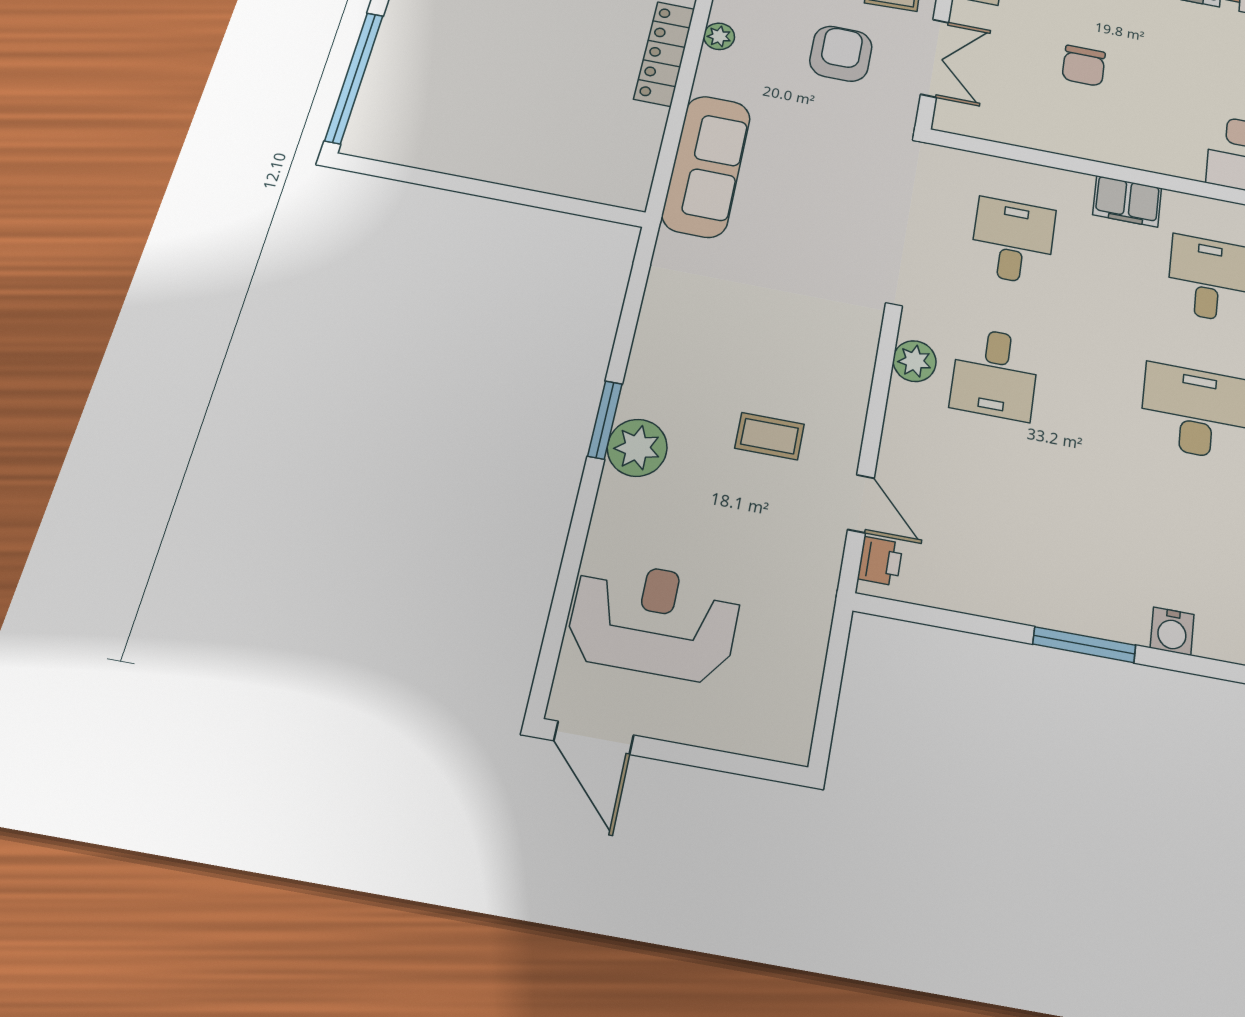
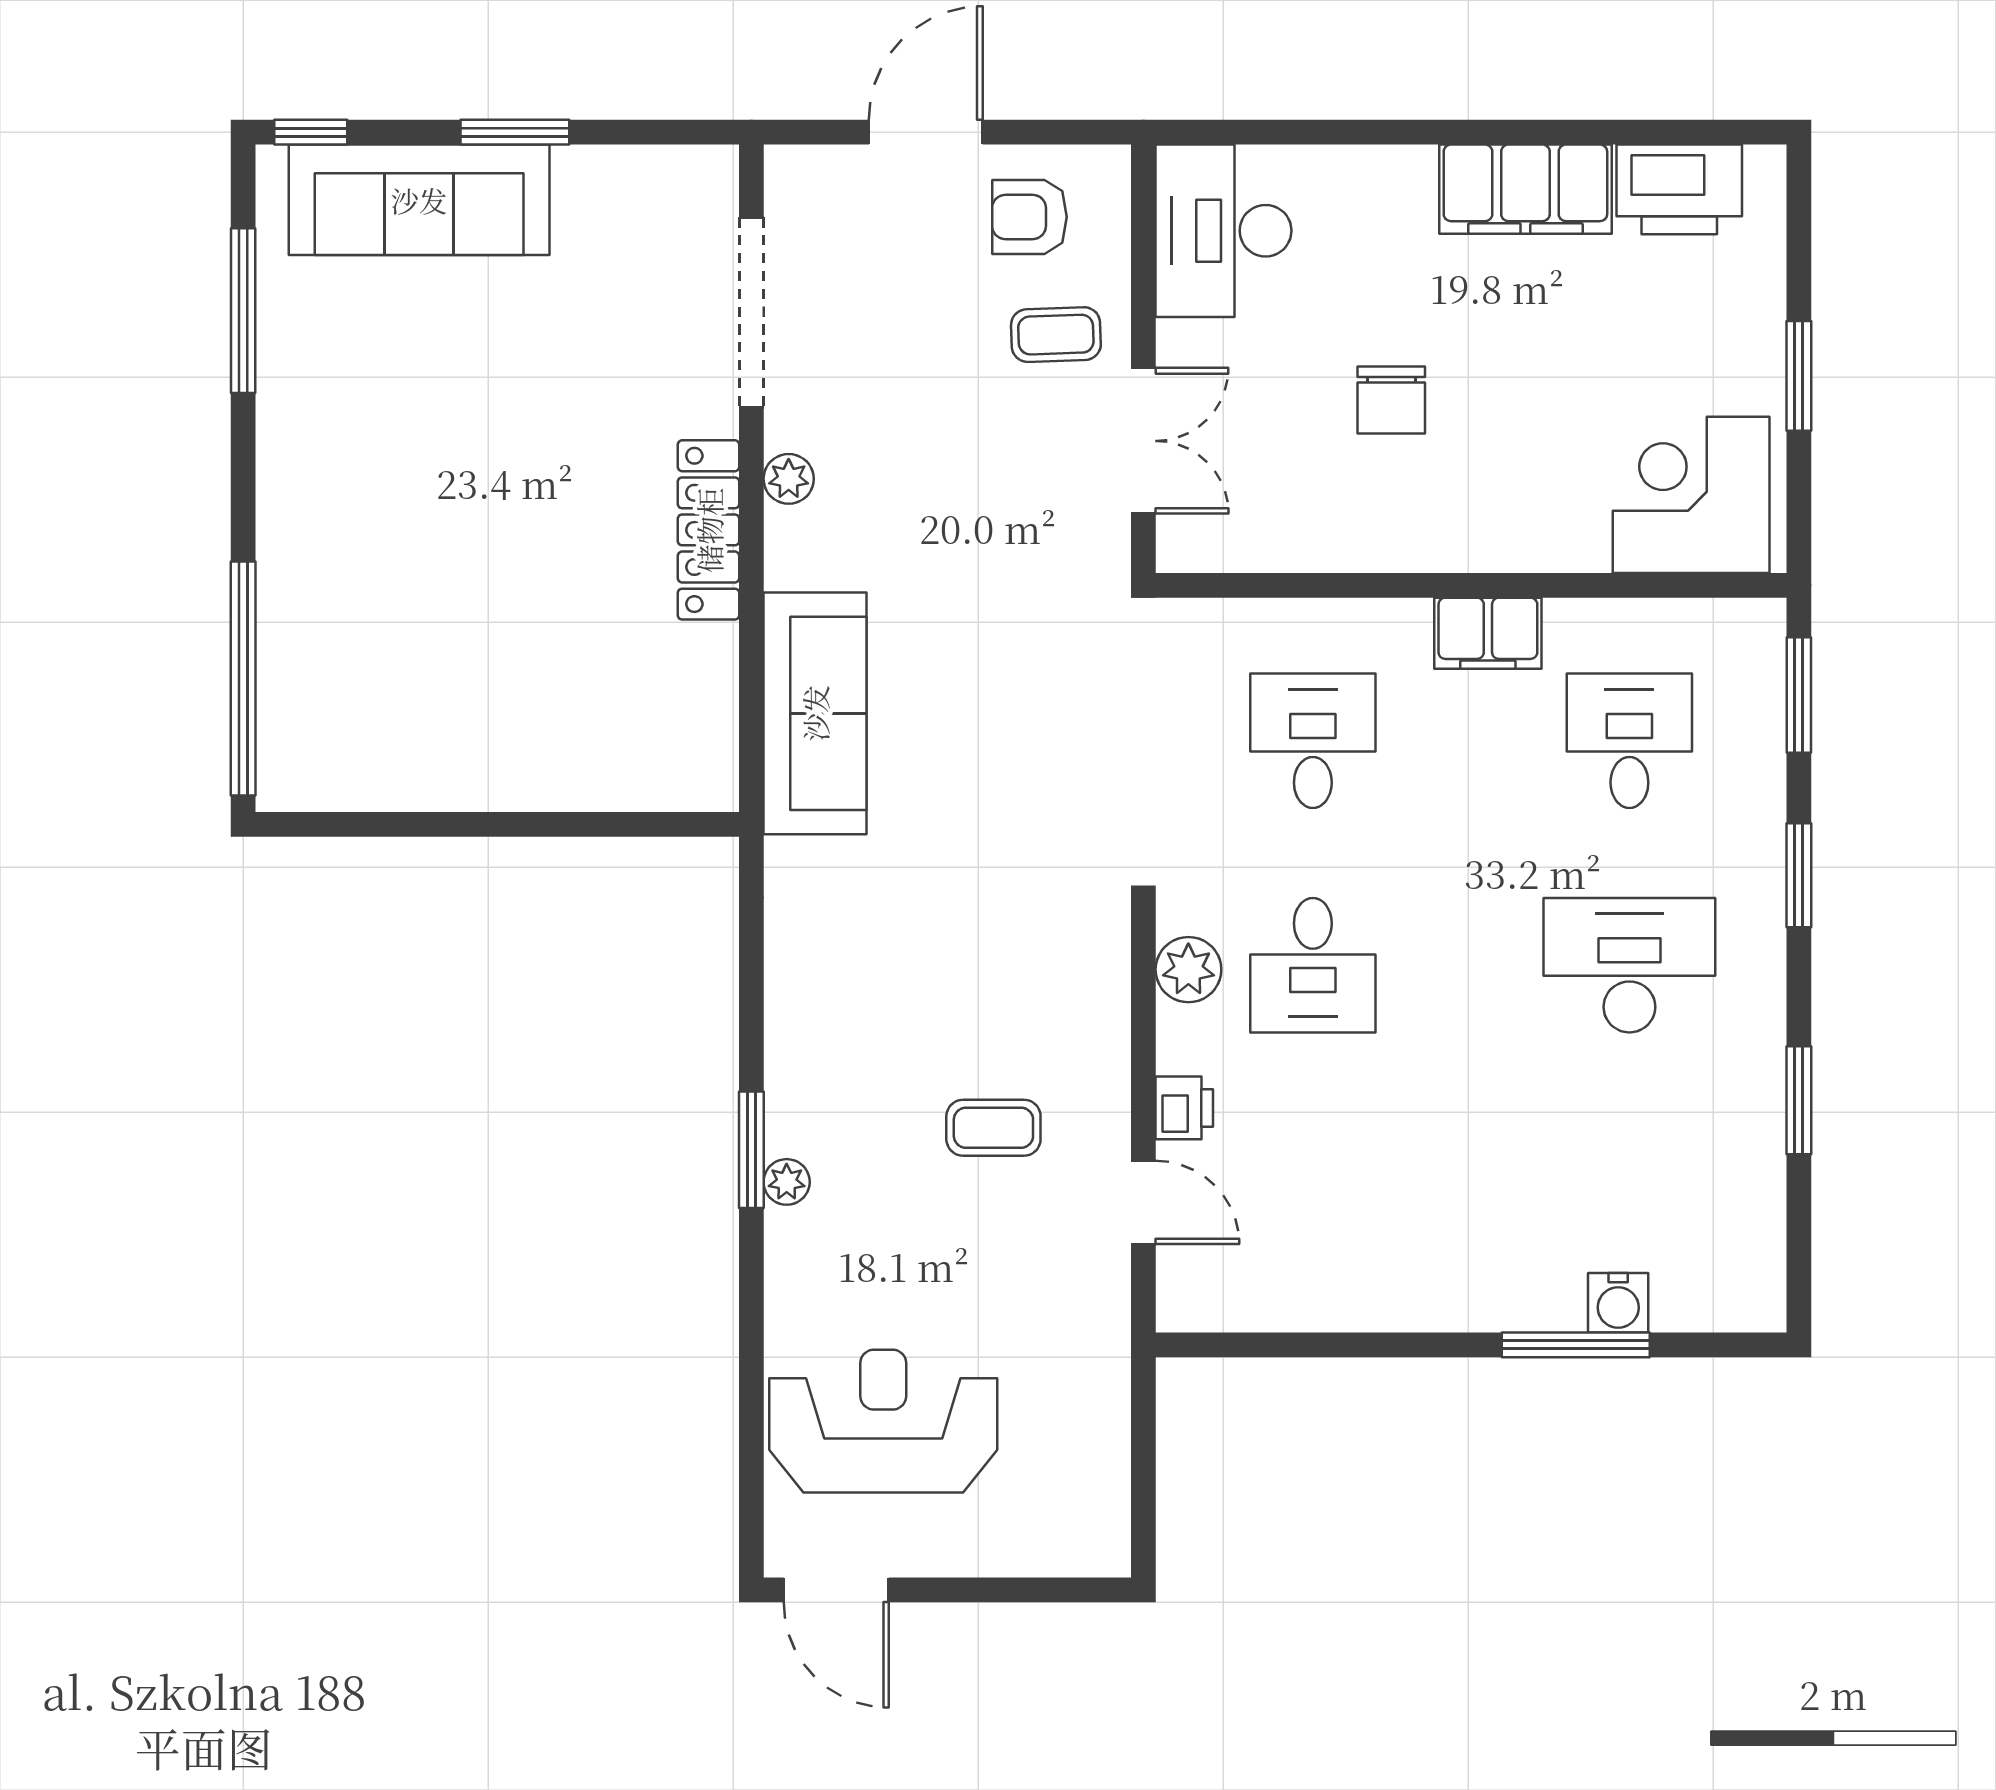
armchair: (841, 54) -> (990, 467), removed
plant: (637, 448) -> (787, 1182), width x0.53, depth x0.53
printer: (880, 561) -> (1184, 1108), moved
window: (1084, 645) -> (1576, 1345), moved

